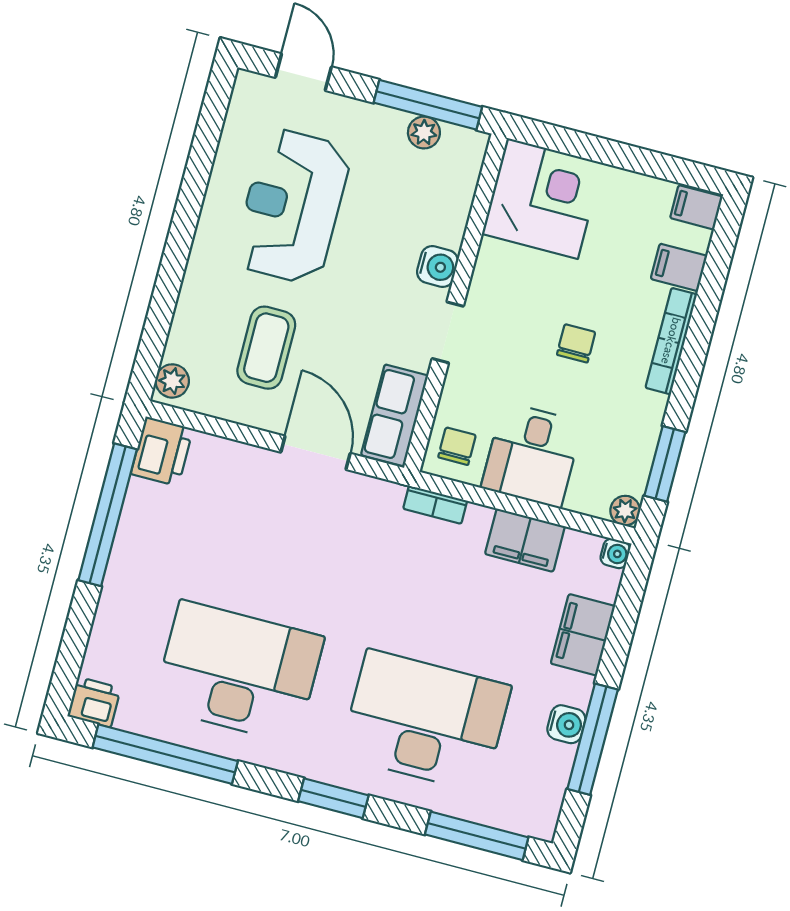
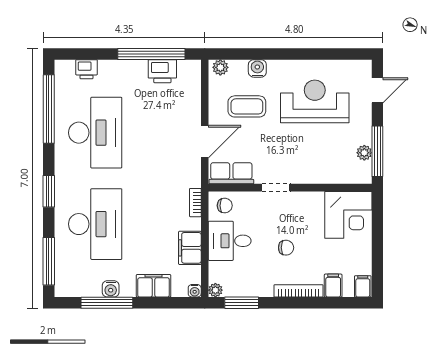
water cooler: (437, 267) -> (257, 68), moved, turned 180
printer: (162, 451) -> (162, 71), moved
printer: (94, 702) -> (87, 69), moved, turned 90

